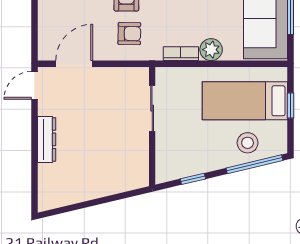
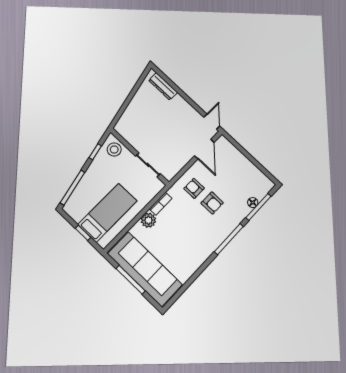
armchair: (129, 34) -> (194, 188), turned 89
dresser: (47, 139) -> (163, 86), moved
stool: (248, 143) -> (114, 150), moved

